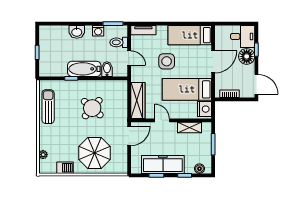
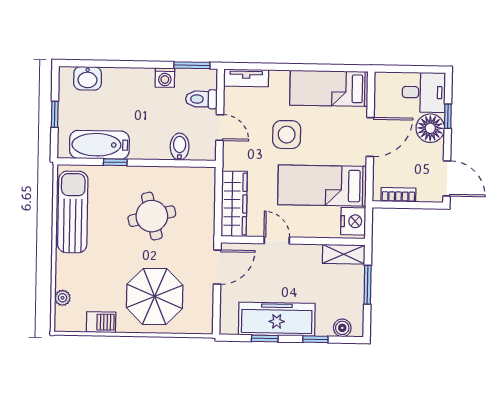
washbasin: (77, 32) -> (88, 78), moved
bathtub: (84, 69) -> (99, 145), moved
sun lounger: (48, 107) -> (73, 212), width x1.36, depth x1.34
round table: (92, 108) -> (152, 216), turned 35
shelving: (190, 128) -> (344, 254), moved

